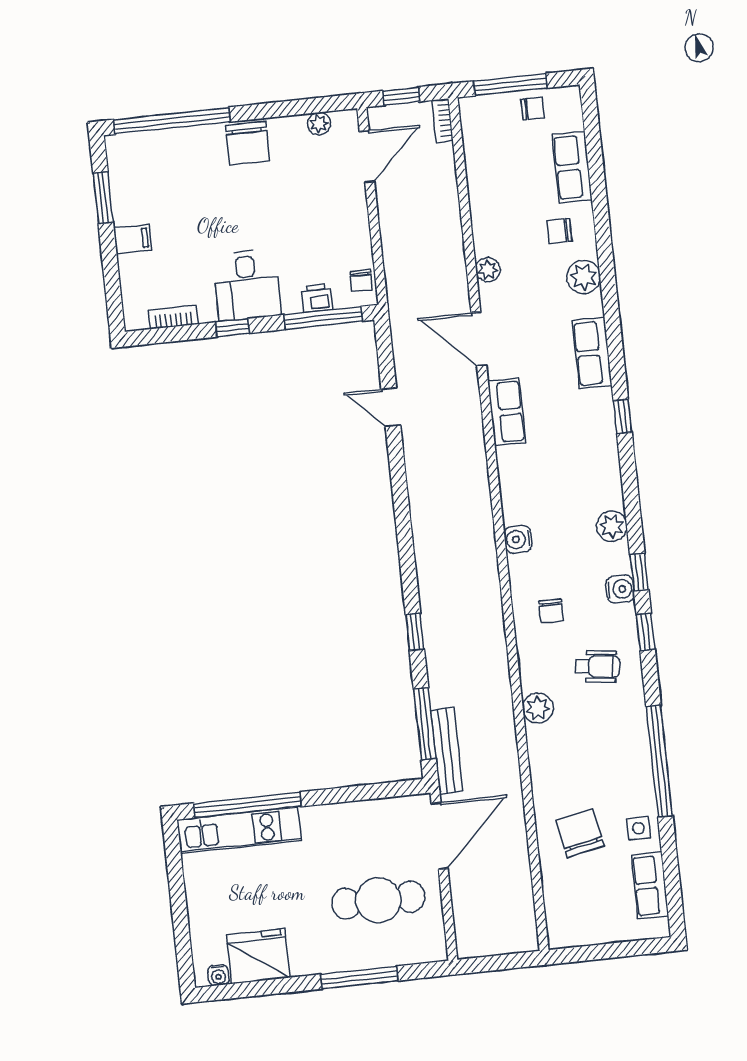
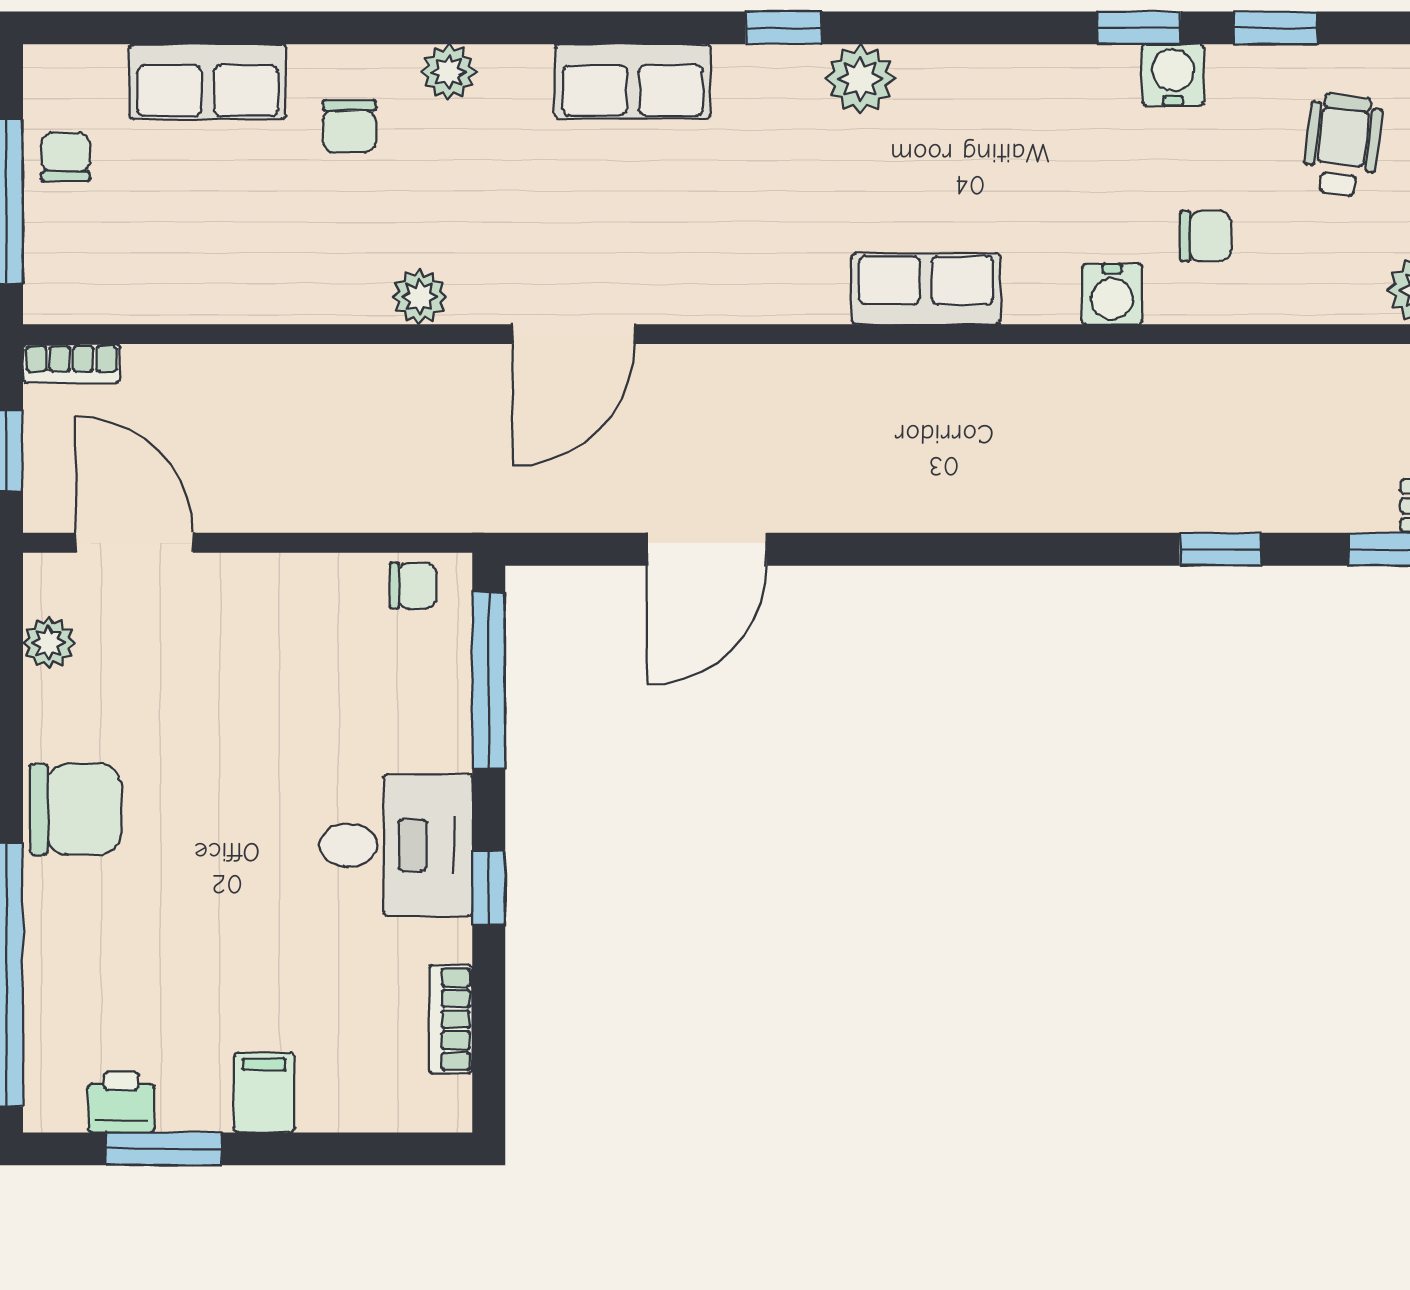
plant: (584, 277) -> (449, 72), width x0.73, depth x0.73
printer: (317, 298) -> (121, 1102), moved, turned 90
door: (391, 407) -> (707, 549), width x1.38
row of seats: (507, 412) -> (926, 289), moved
plant: (612, 526) -> (860, 79), moved
water cooler: (518, 539) -> (1112, 294), moved

